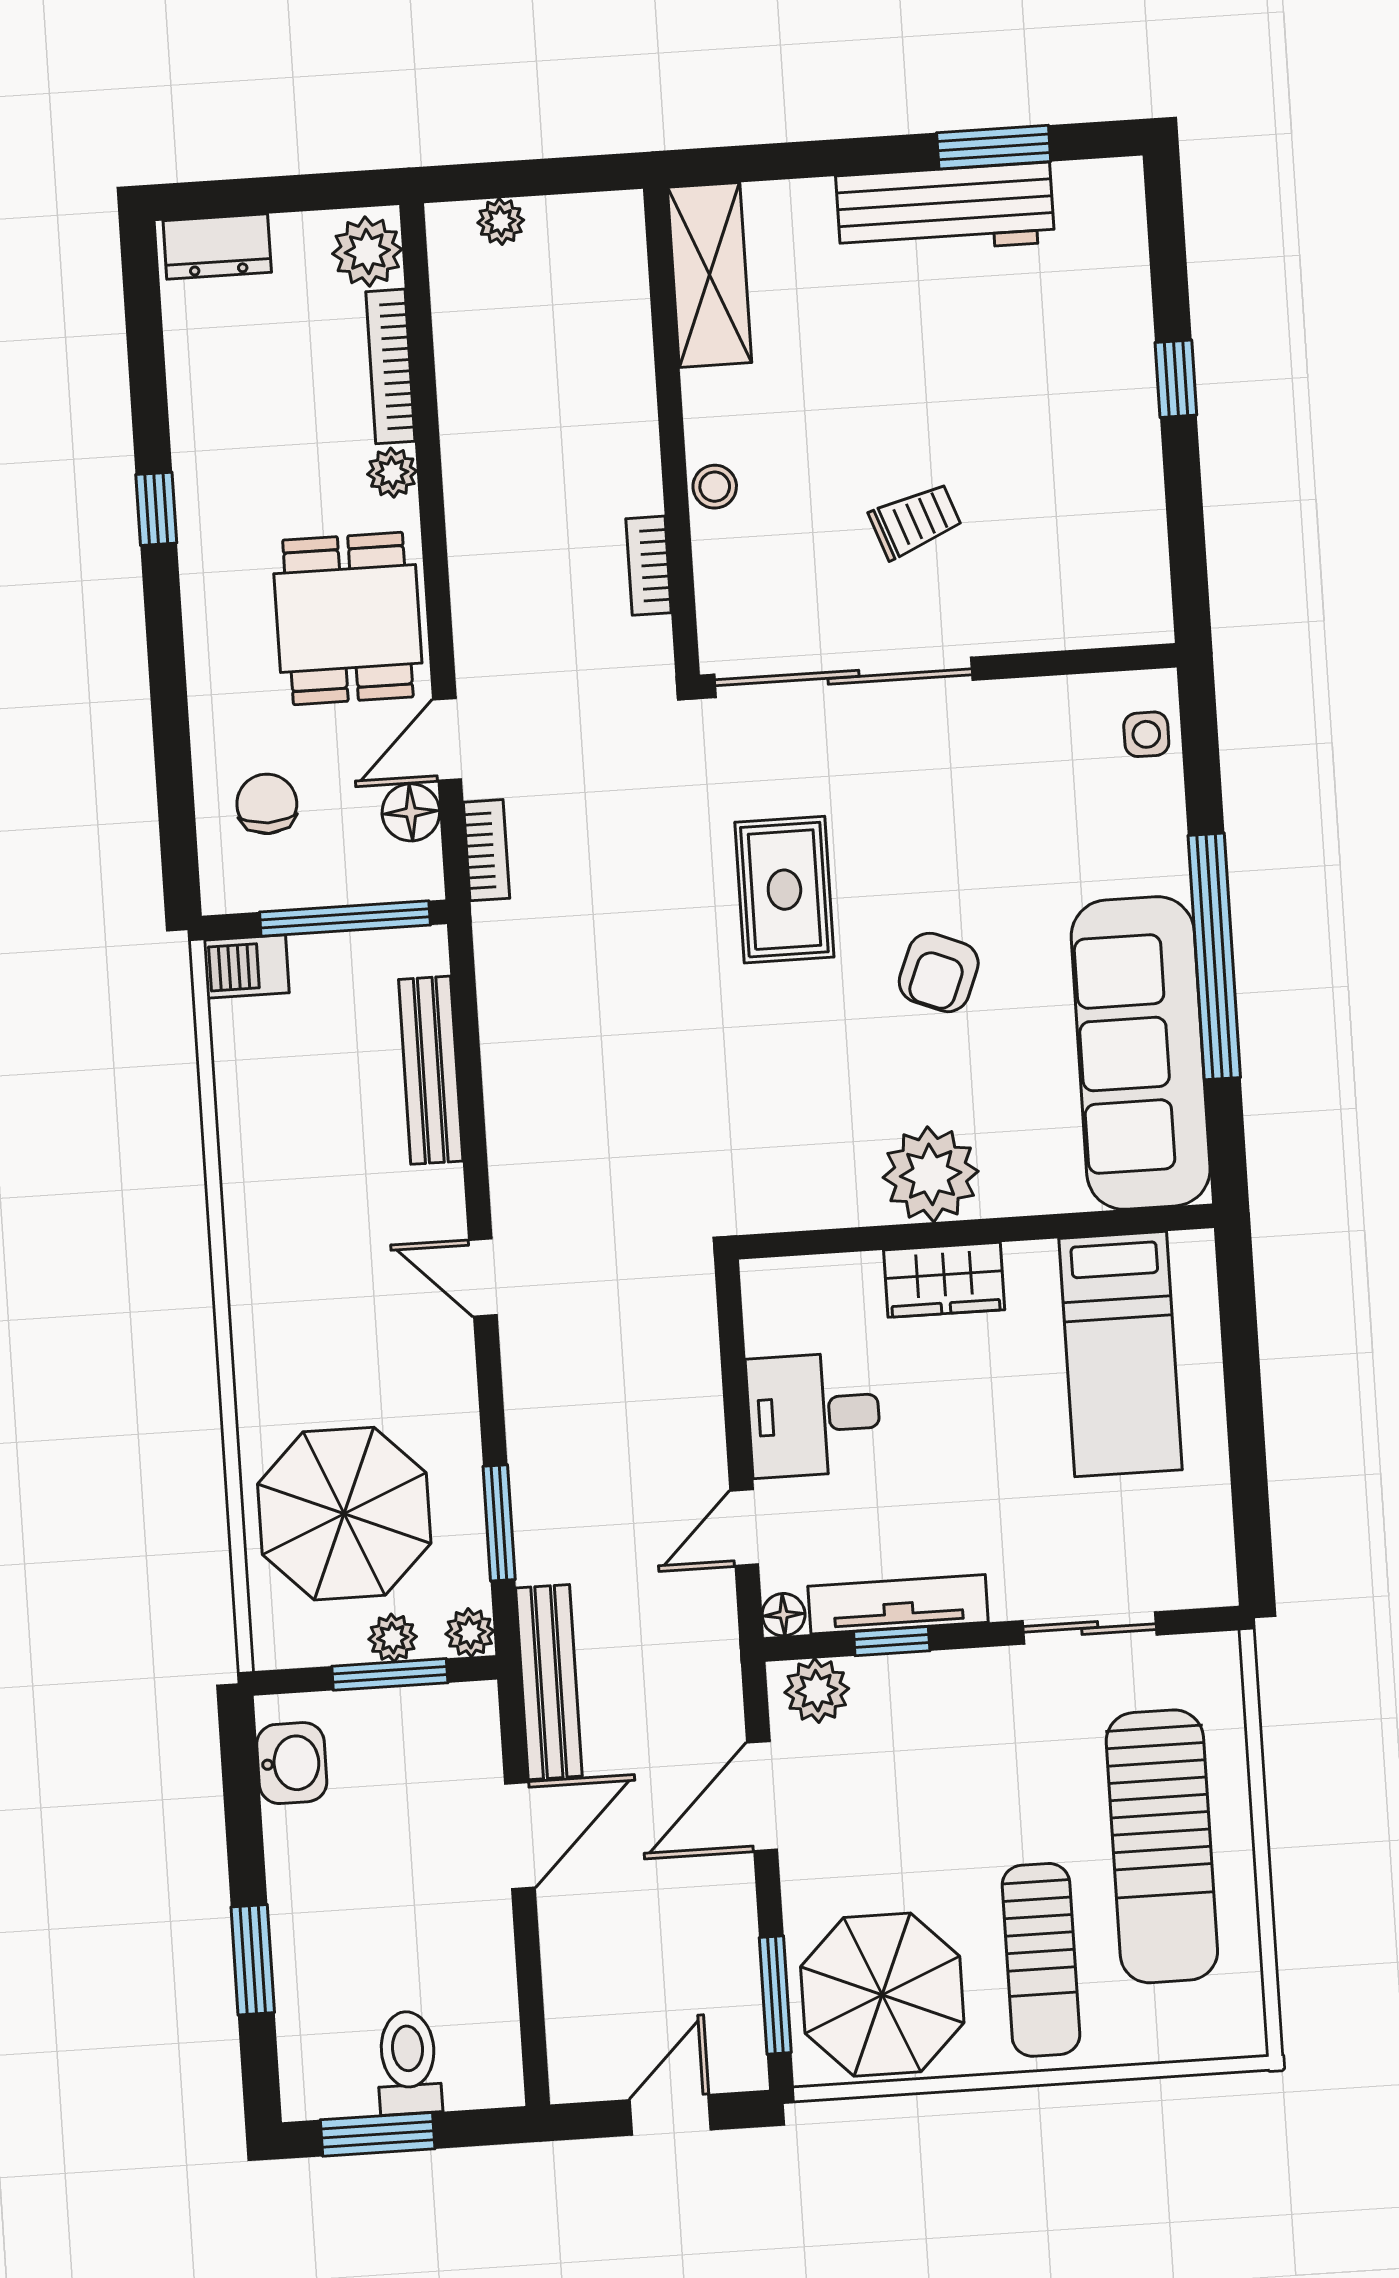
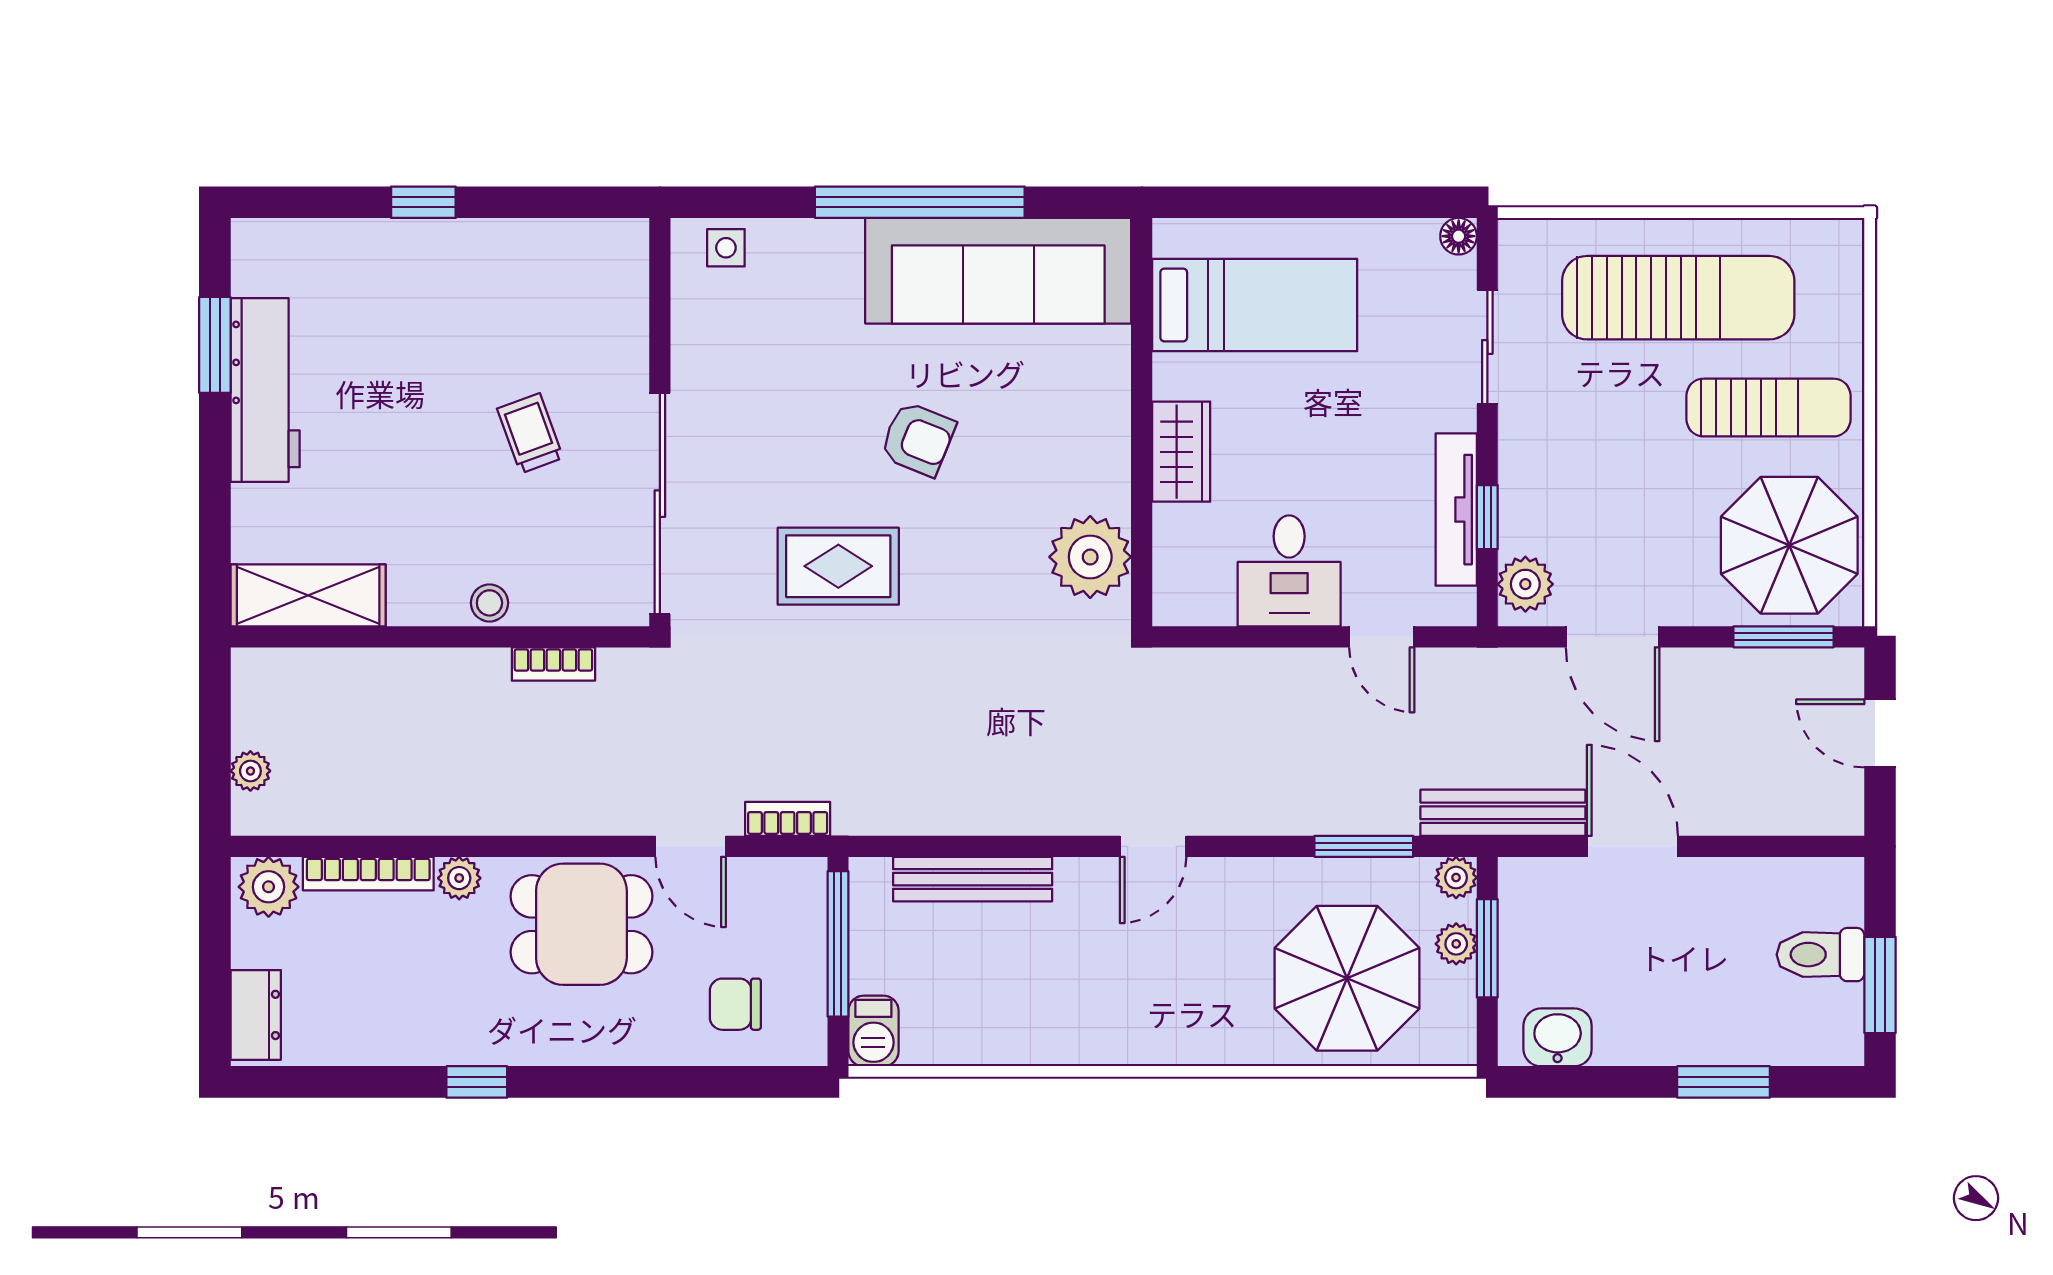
floor lamp: (411, 812) -> (751, 881), removed
plant: (931, 1174) -> (1090, 557), moved
floor lamp: (784, 1615) -> (1459, 236), moved

